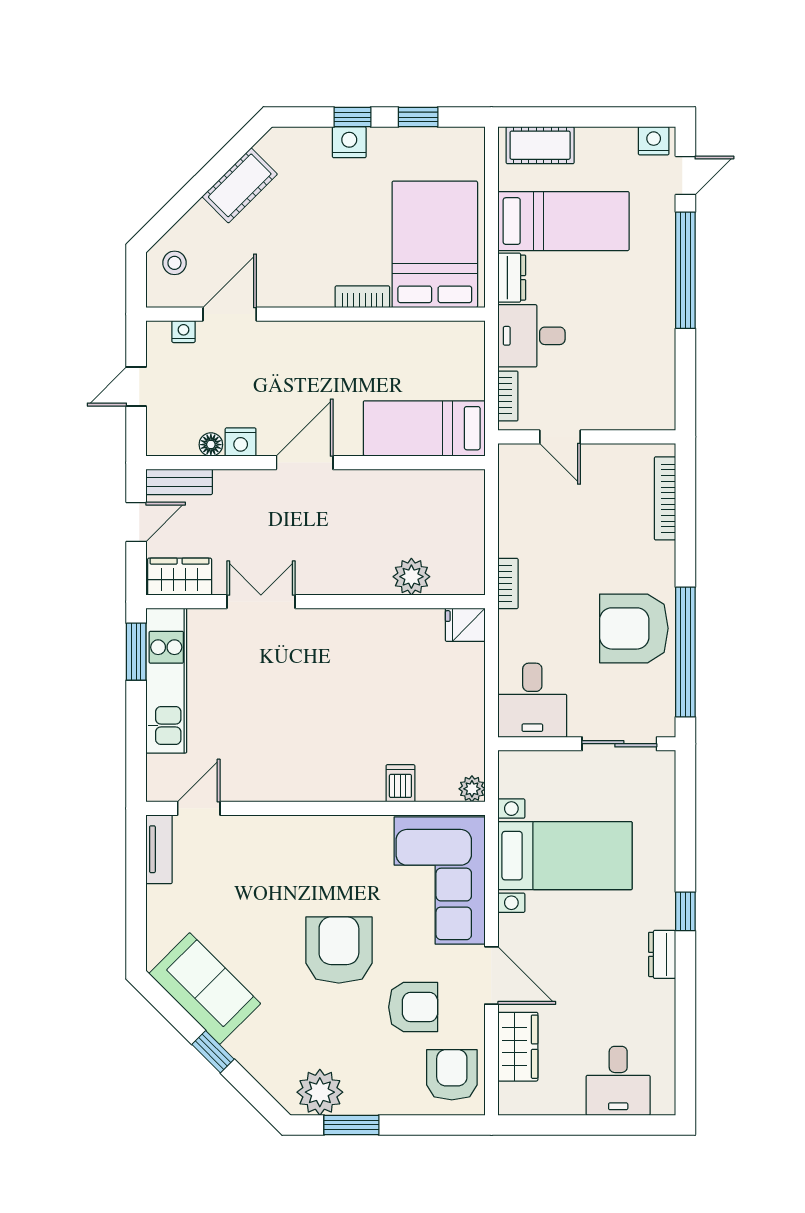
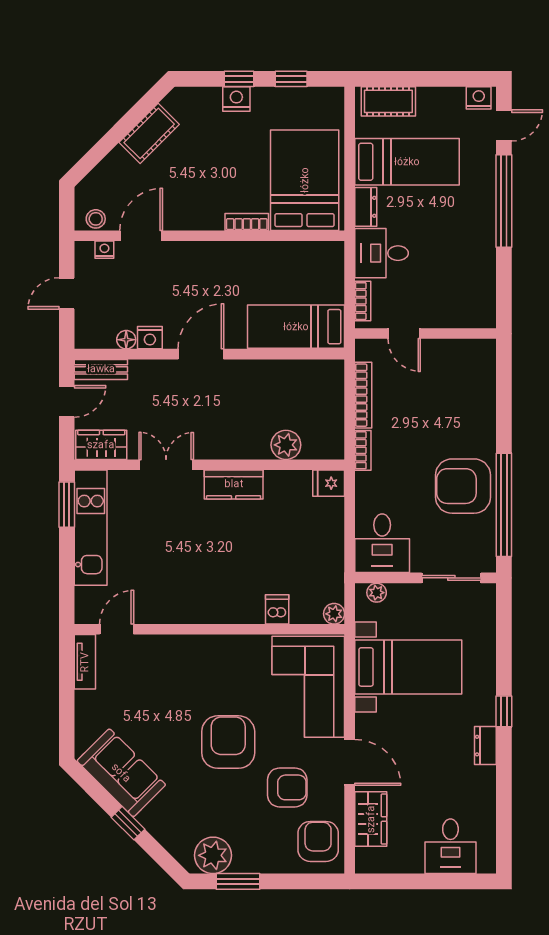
stool: (174, 263) -> (96, 219), moved
bookcase: (665, 498) -> (363, 395), moved, turned 180
kitchen counter: (346, 626) -> (234, 484), added
plant: (525, 762) -> (377, 593), added

